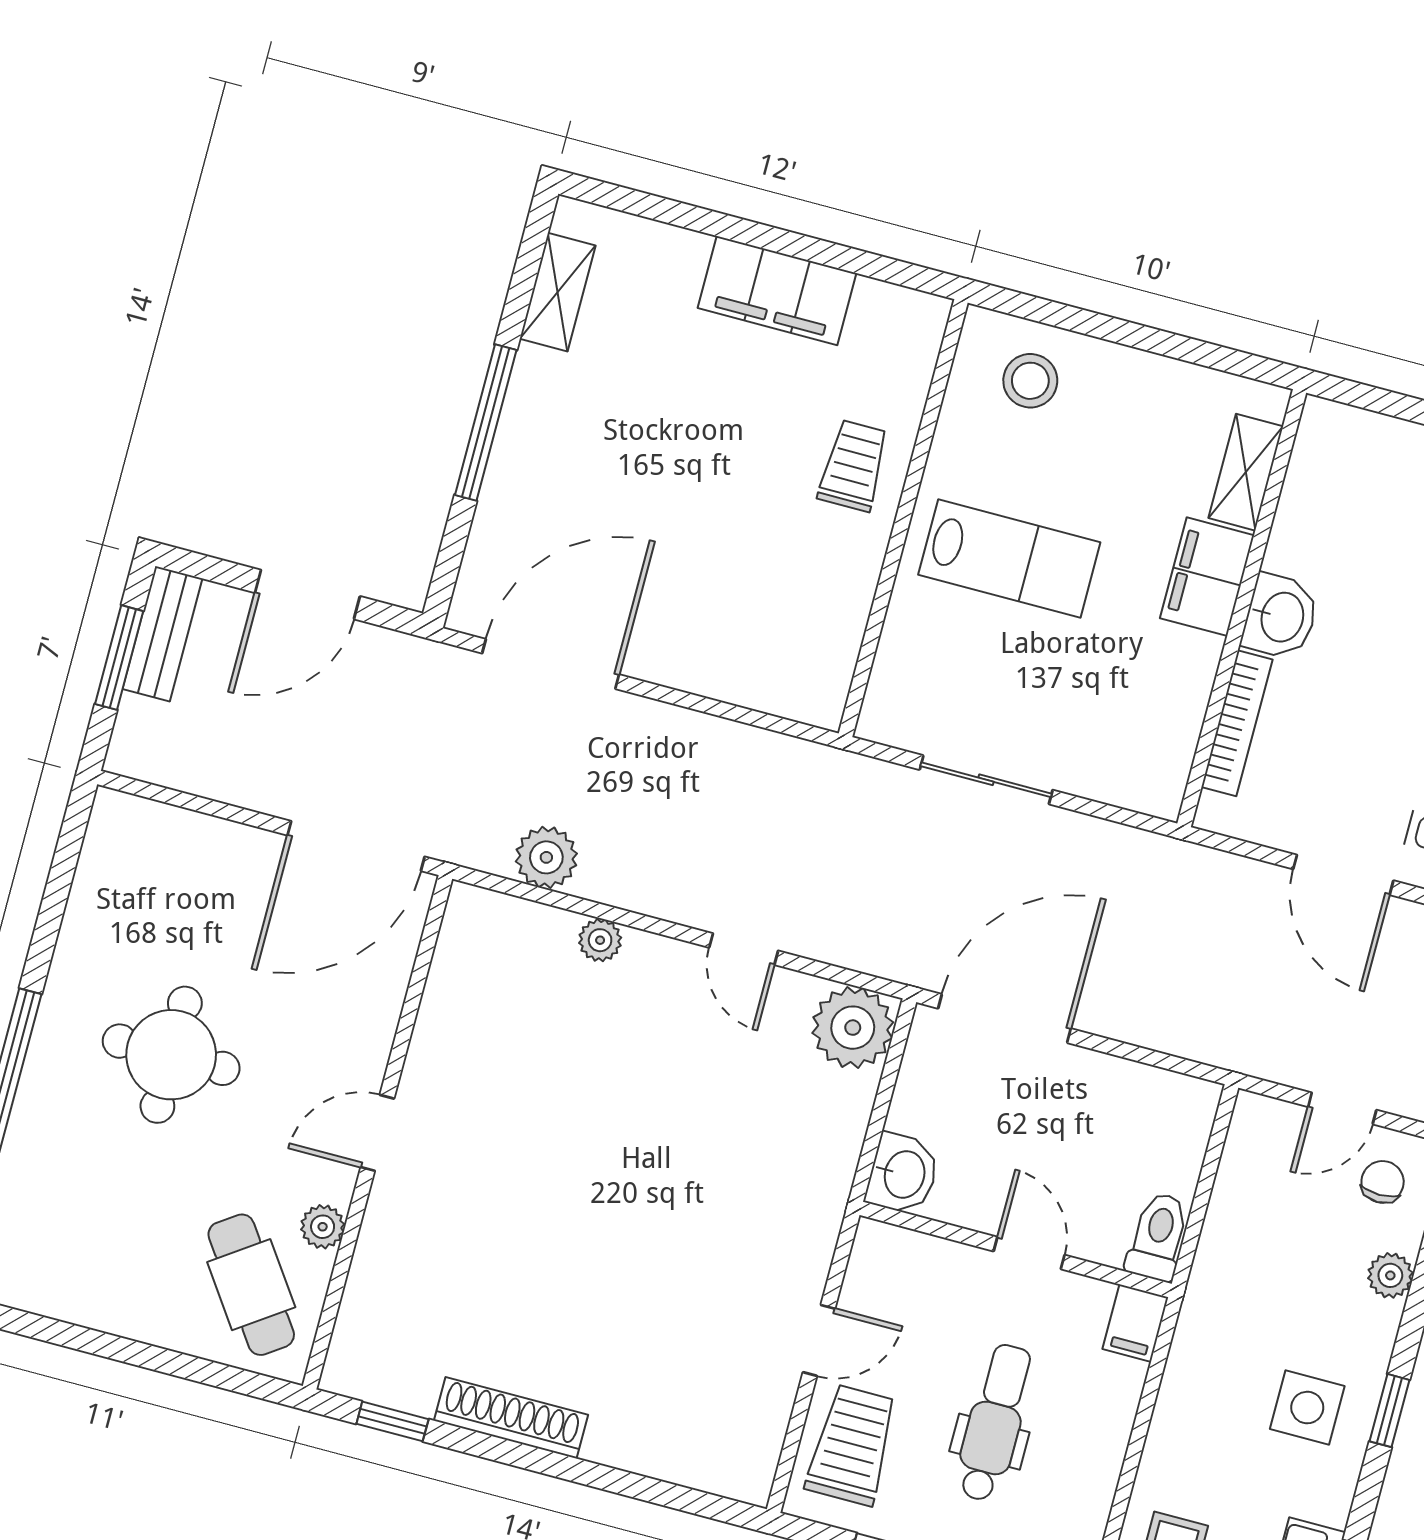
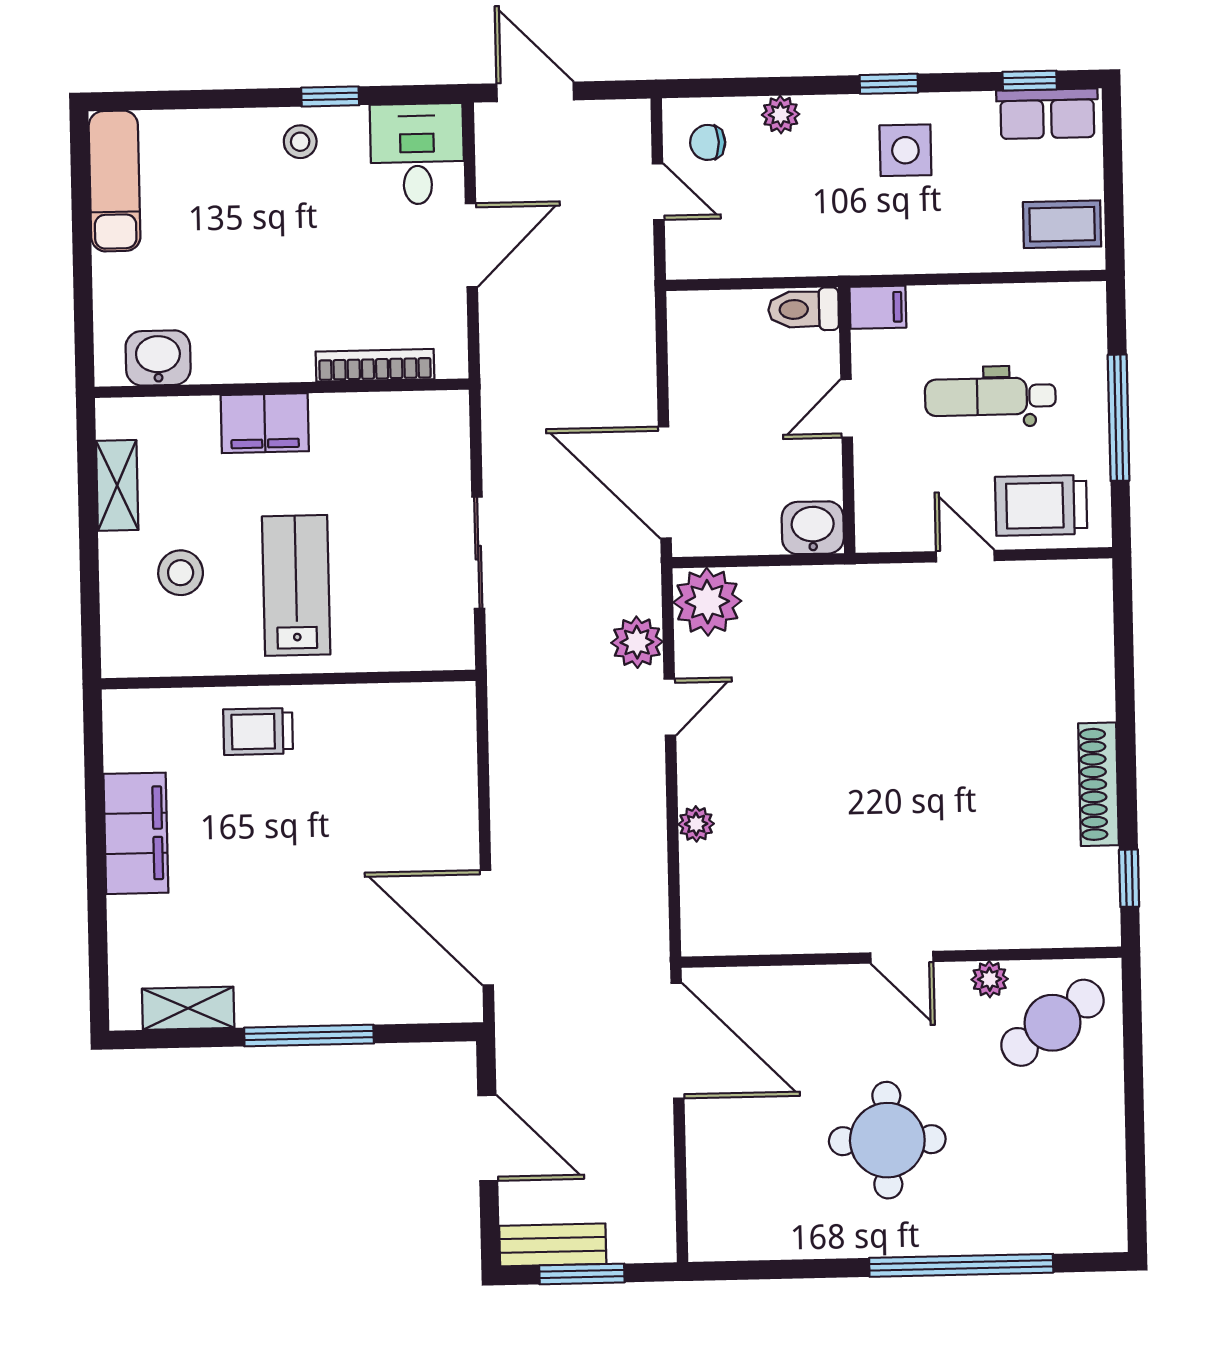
stool: (1030, 381) -> (181, 573), moved
shelving: (1246, 472) -> (117, 485), moved, turned 90
washbasin: (1281, 617) -> (158, 358), moved
plant: (546, 857) -> (637, 642), moved

